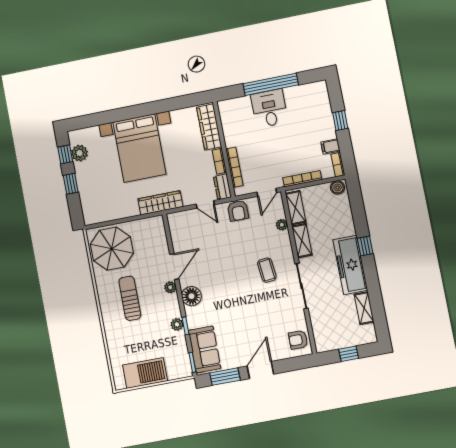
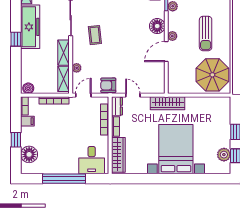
floor lamp: (320, 105) -> (29, 154), added
desk: (269, 108) -> (92, 160), moved
armchair: (238, 211) -> (108, 85), turned -90

